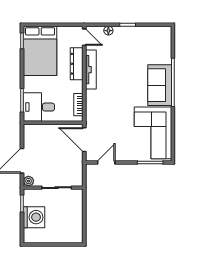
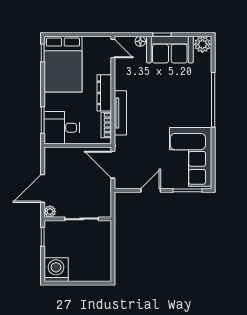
plant: (163, 33) -> (202, 44), added
dresser: (77, 64) -> (104, 93), moved
tv unit: (91, 70) -> (120, 113), moved
sofa: (160, 85) -> (170, 50), moved, turned -90
door: (106, 162) -> (151, 190), moved
washing machine: (34, 217) -> (56, 270), moved, turned -90

